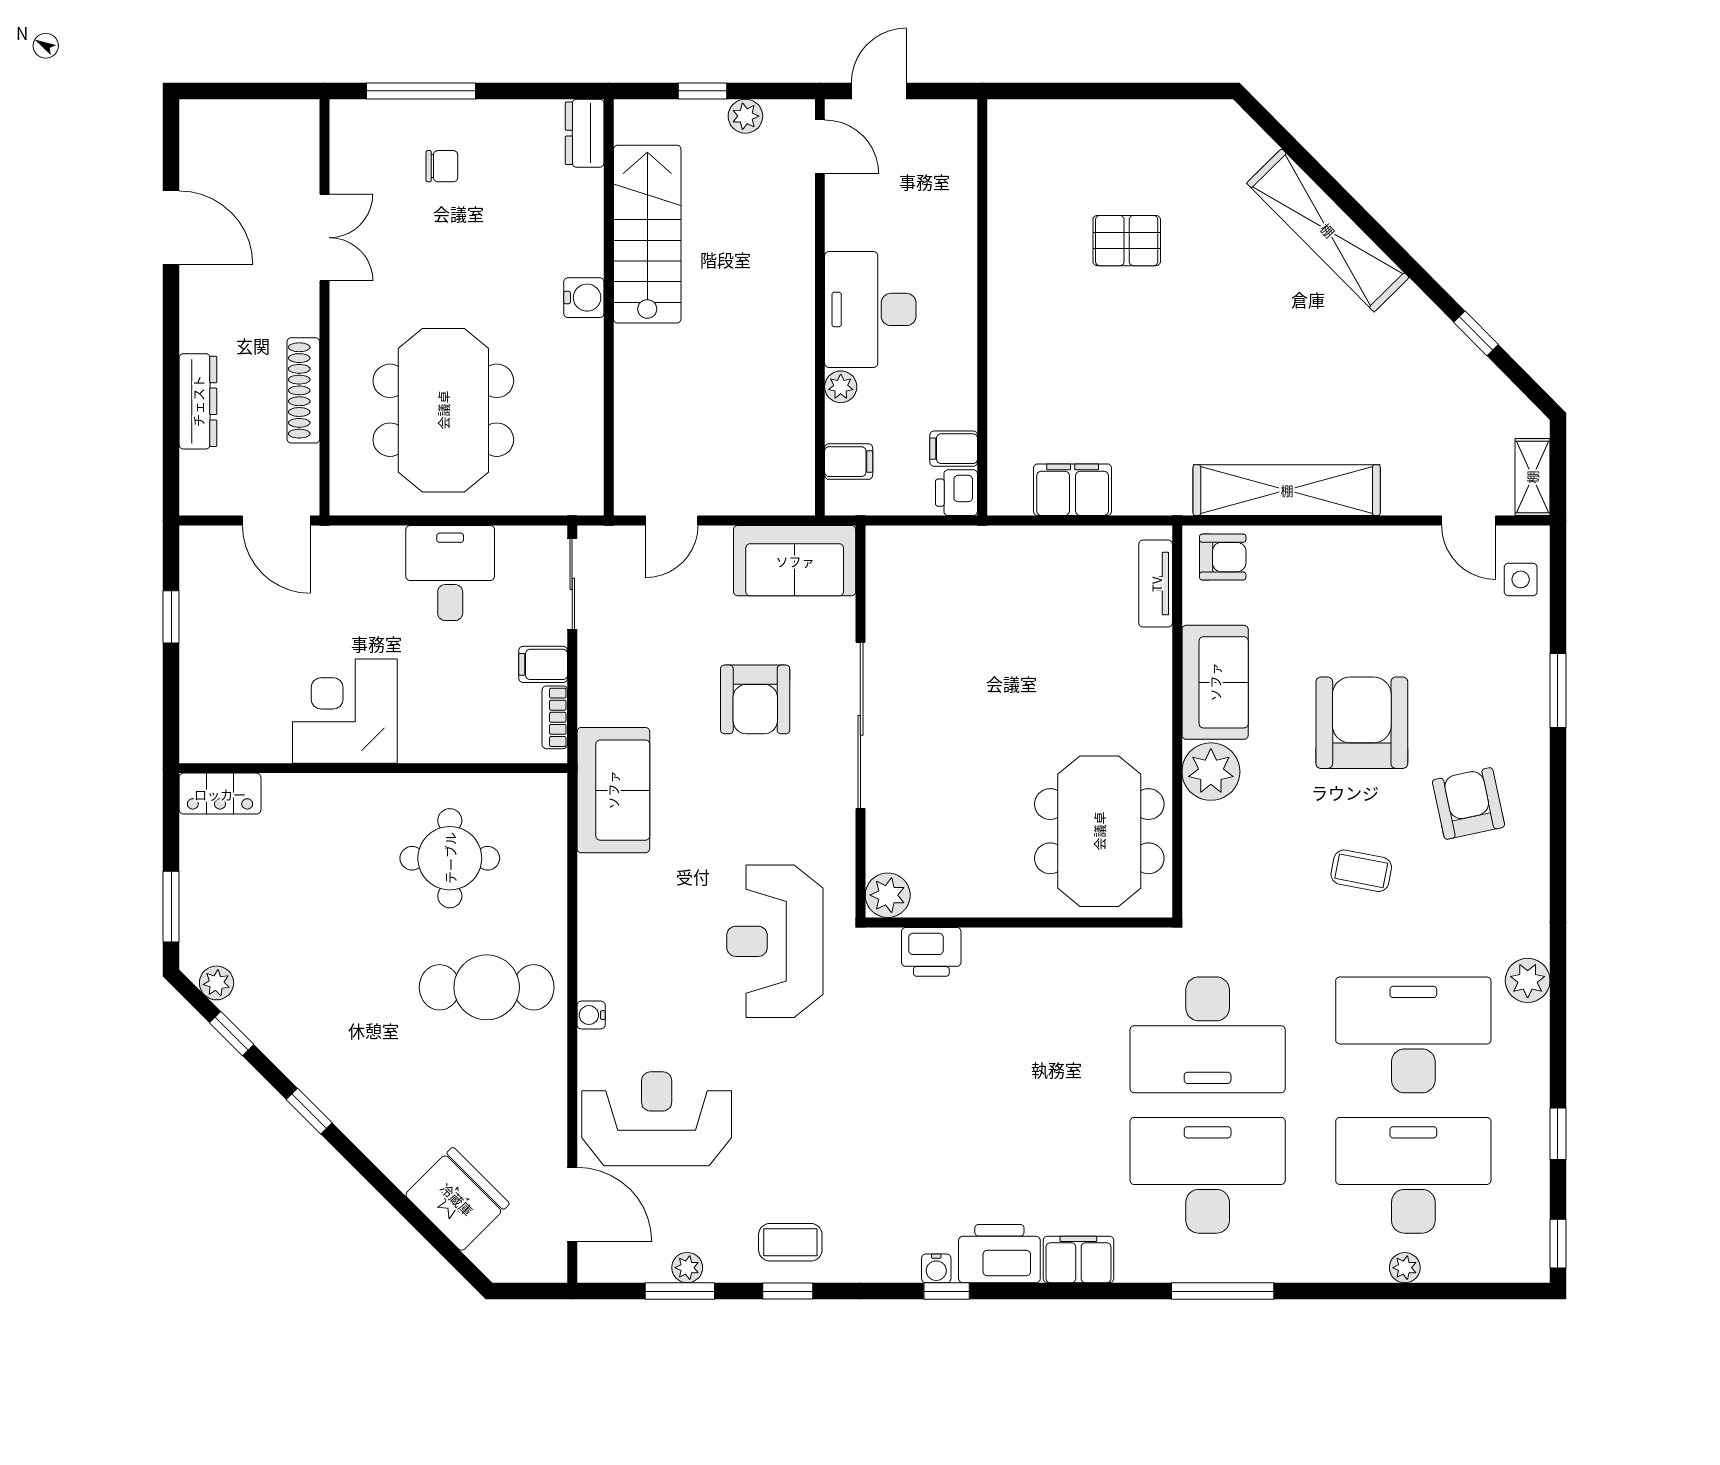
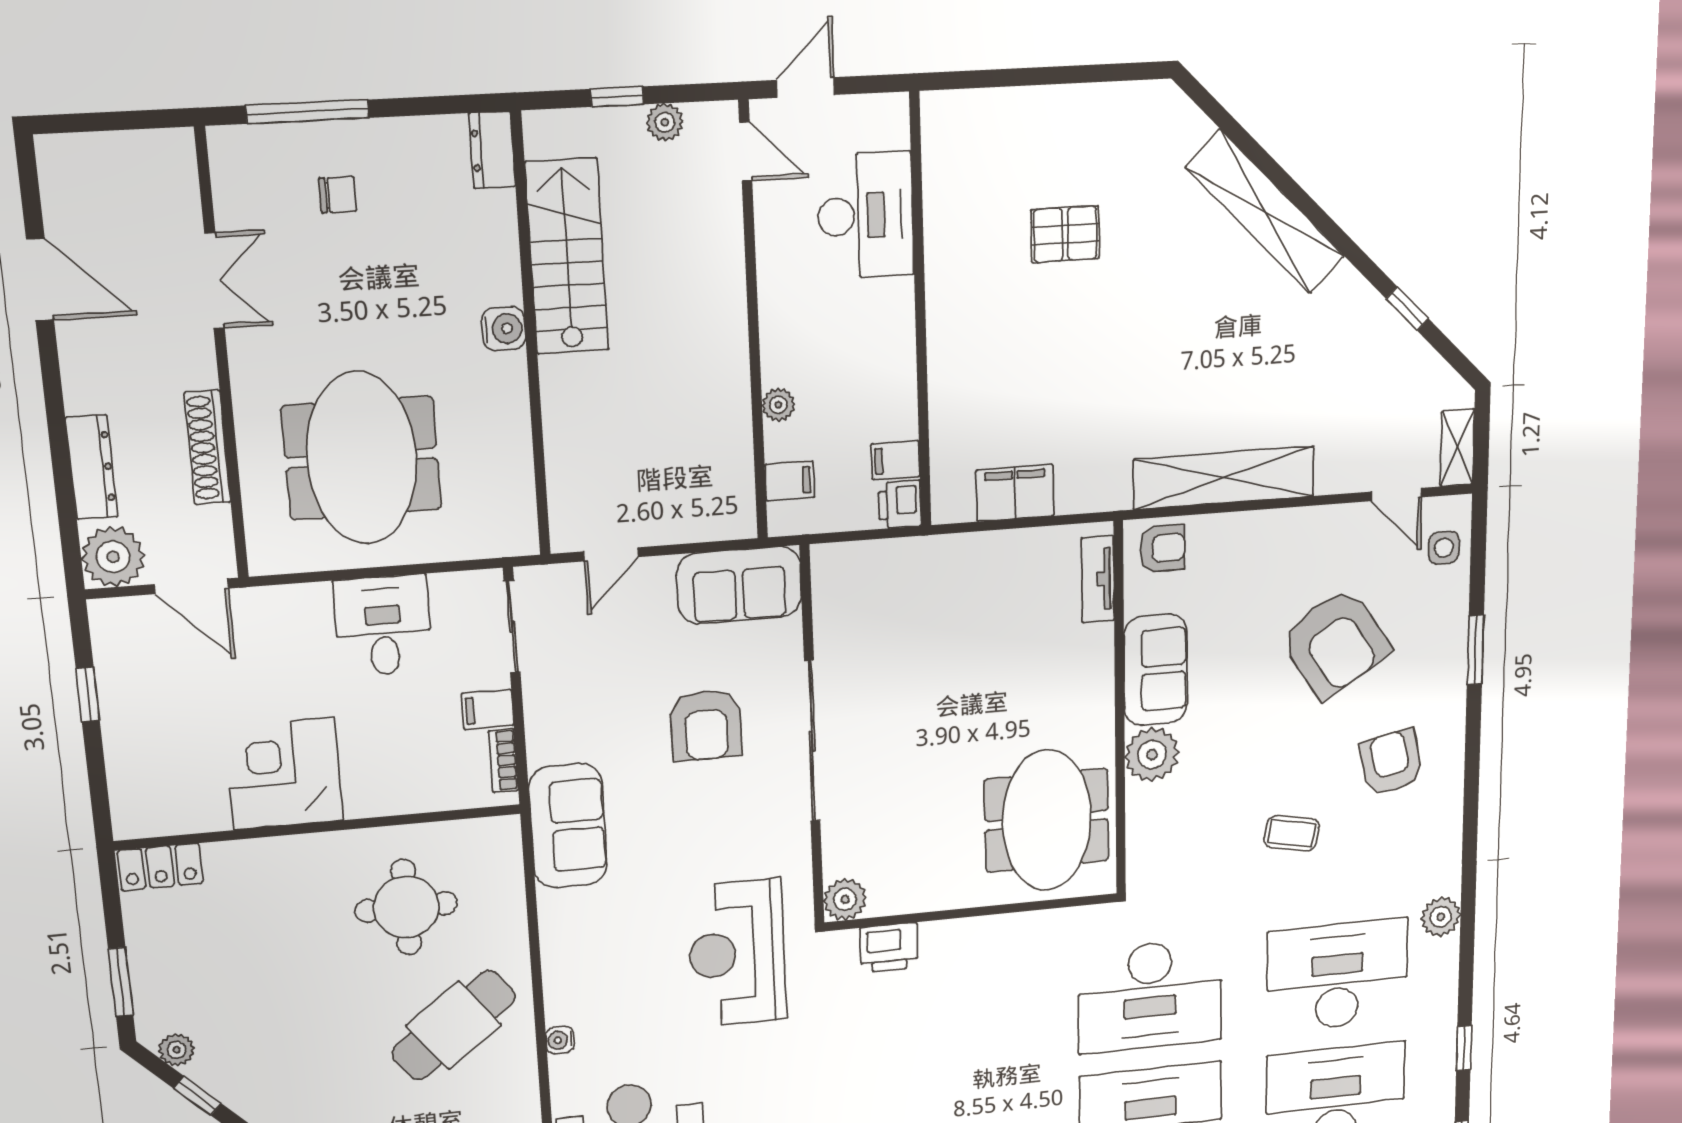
desk: (870, 309) -> (865, 216), moved, turned 180
plant: (208, 487) -> (113, 557), added
armchair: (1362, 723) -> (1335, 643), moved, turned 147
cafe table: (487, 987) -> (454, 1025), turned -37

